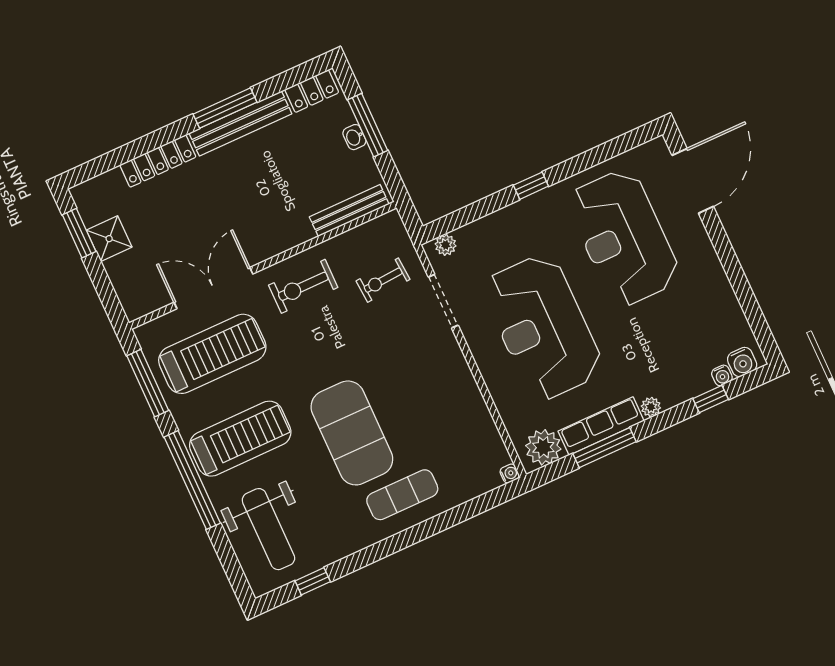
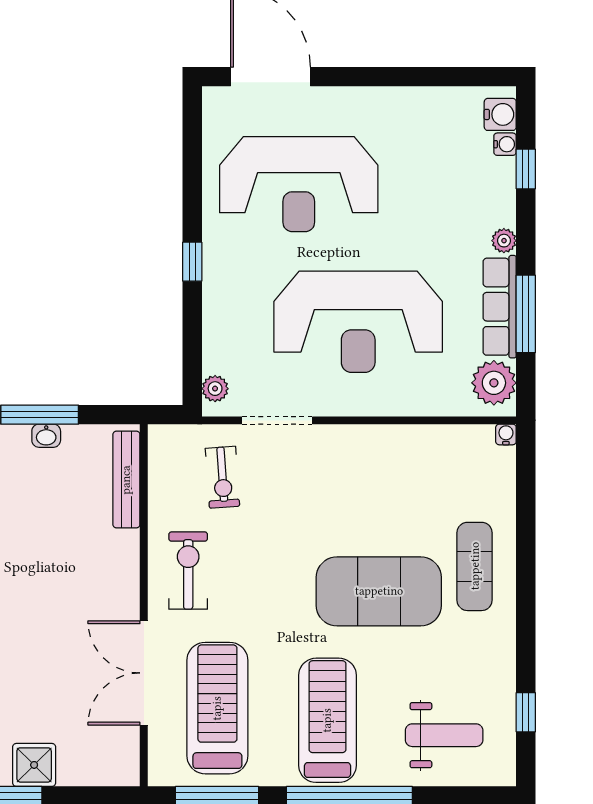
exercise bike: (303, 286) -> (188, 571), turned 180
weight bench: (268, 529) -> (444, 735), width x0.73, depth x0.75

